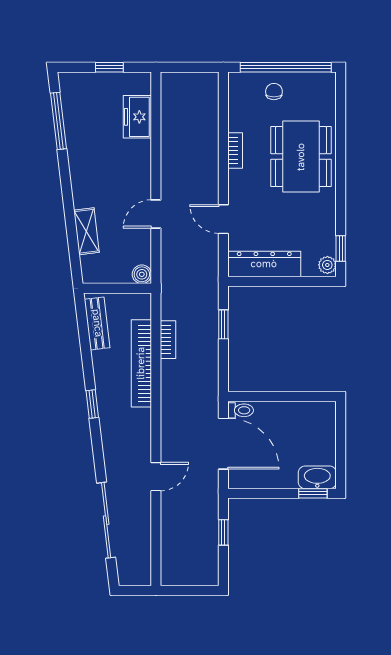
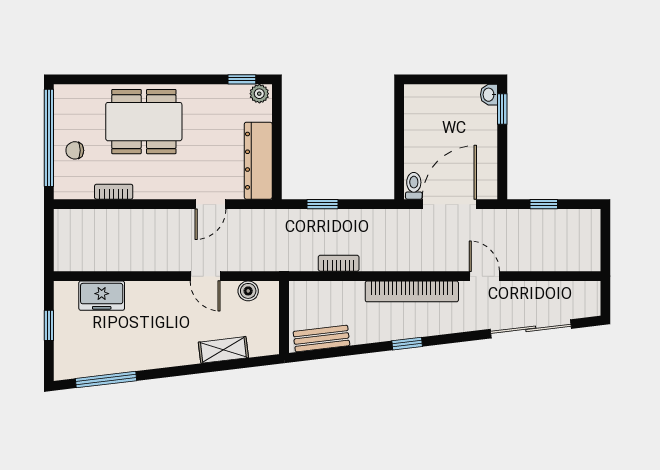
bookcase: (235, 150) -> (114, 192), moved
boiler: (142, 274) -> (248, 291), moved
bookcase: (141, 363) -> (412, 291), moved
washbasin: (317, 477) -> (489, 95), width x0.52, depth x0.69

